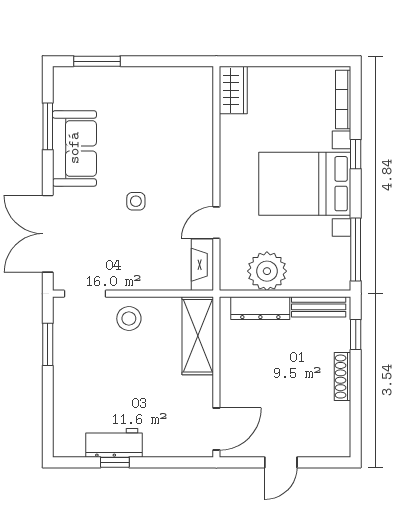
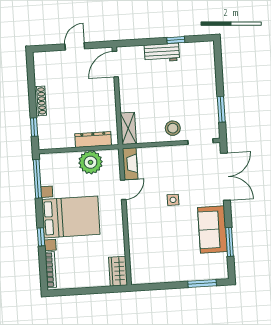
bench: (319, 307) -> (58, 142), removed
shelving: (198, 336) -> (128, 128), width x0.67, depth x0.75
workbench: (114, 443) -> (162, 53), moved

